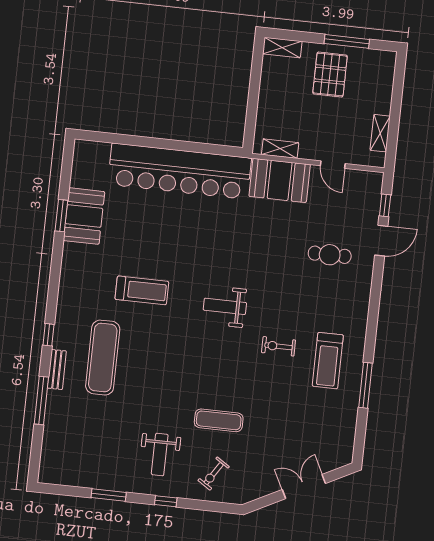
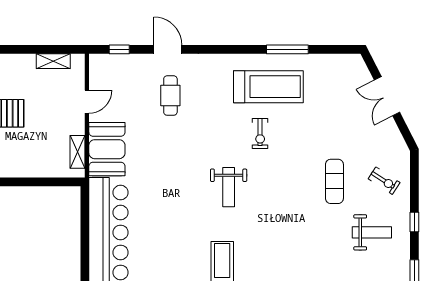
door: (381, 241) -> (168, 49), moved
treadmill: (328, 361) -> (268, 87), width x1.37, depth x1.37

